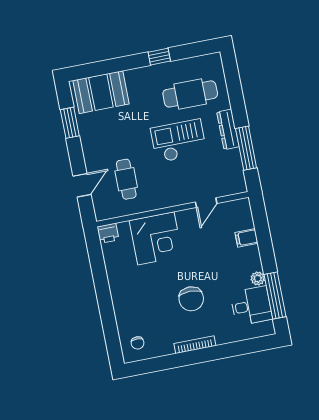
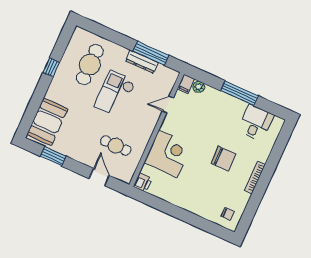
dresser: (228, 129) -> (142, 62), moved
door: (206, 203) -> (168, 104), swing flipped
filing cabinet: (246, 238) -> (186, 84), moved
plant: (258, 278) -> (199, 87), moved
window: (275, 295) -> (239, 93), moved

